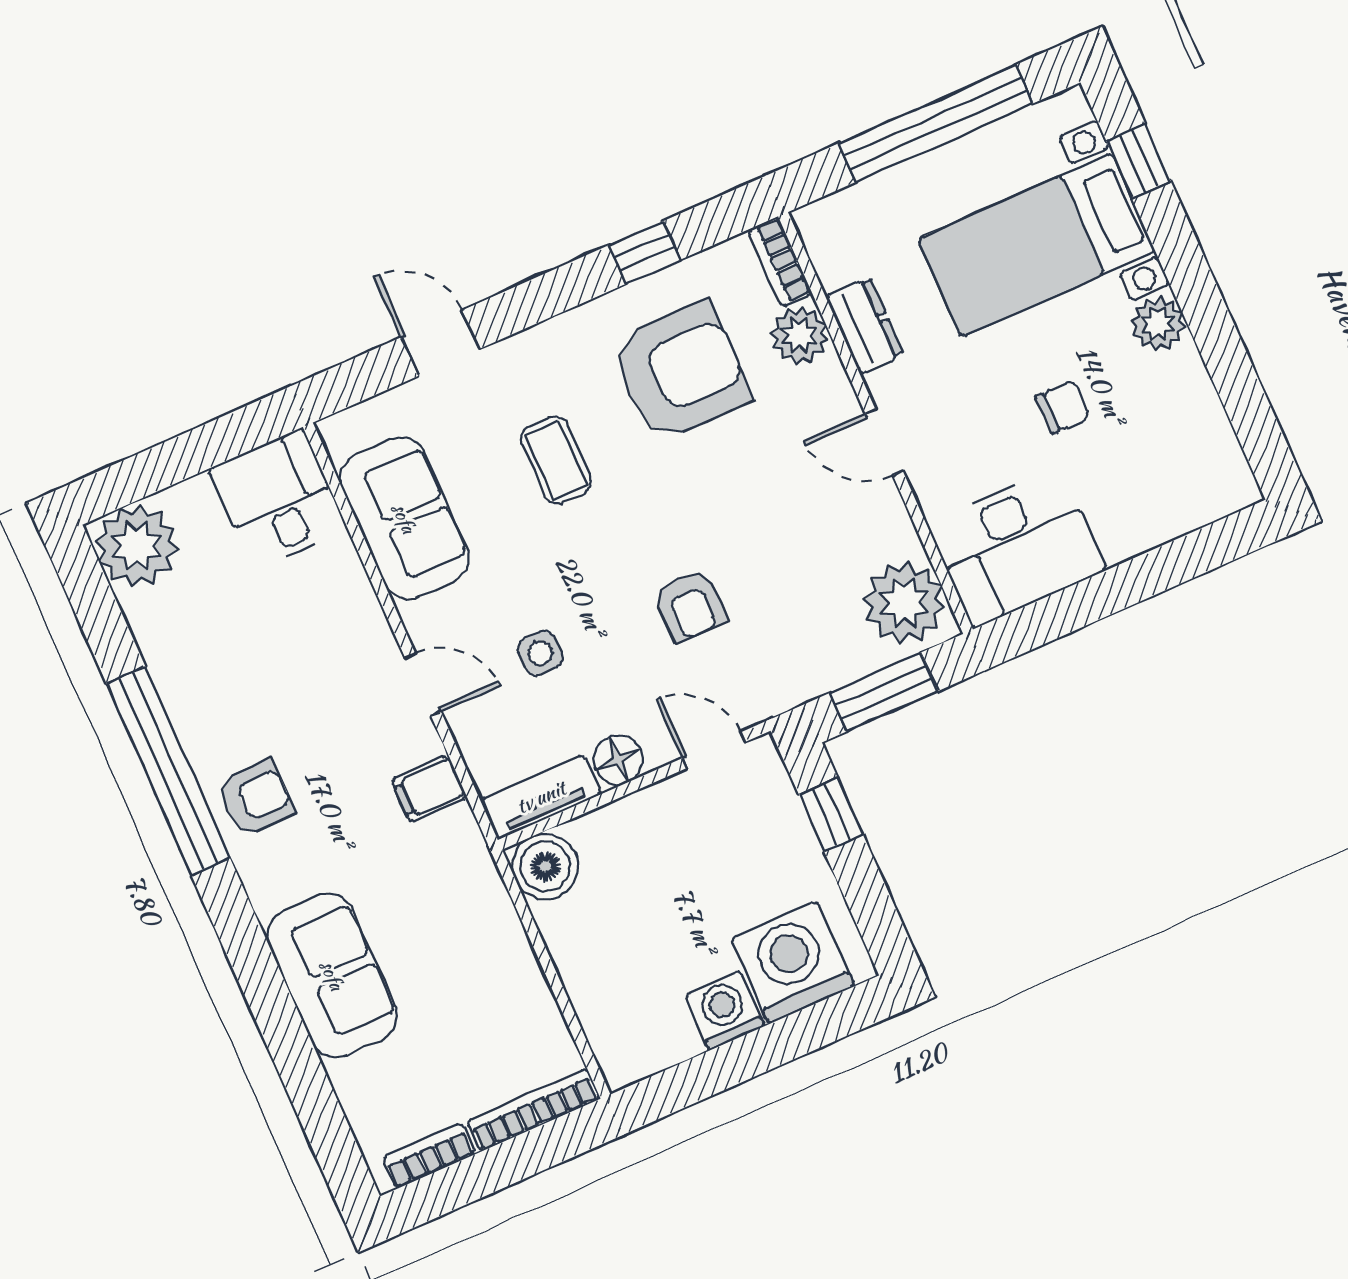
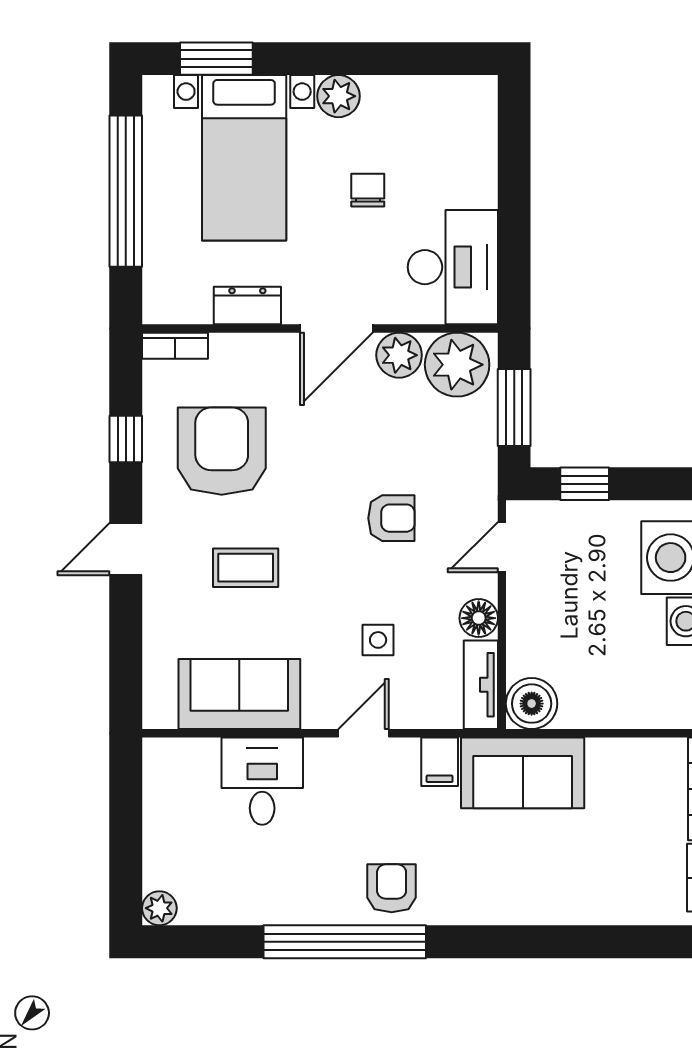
window: (1138, 161) -> (216, 59), width x1.50
plant: (799, 336) -> (399, 355), moved
door: (440, 343) -> (126, 549), moved
door: (884, 442) -> (336, 328), width x1.38
desk: (278, 499) -> (262, 781), moved, turned 90
plant: (137, 546) -> (159, 908), width x0.53, depth x0.53
sofa: (332, 975) -> (523, 773), moved, turned 180

